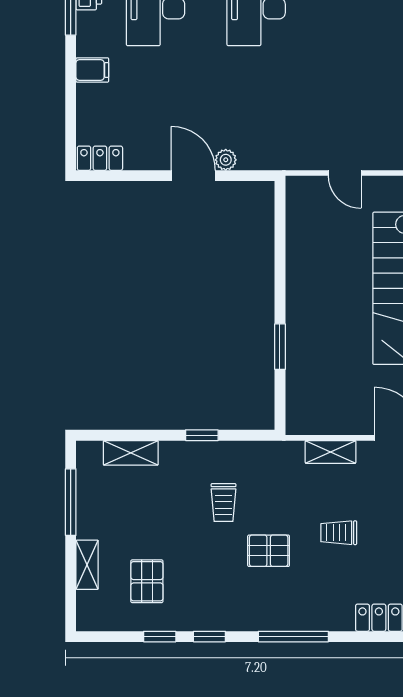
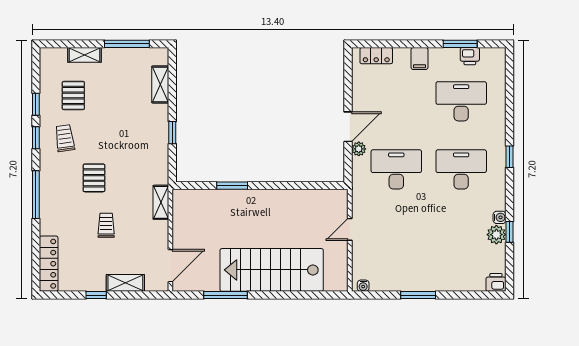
desk: (256, 104) -> (396, 169), added
locker: (100, 158) -> (376, 56), moved, turned 90
shelving: (331, 452) -> (161, 202), moved
trolley: (224, 503) -> (65, 138), moved, turned 82
pallet: (147, 581) -> (73, 96), turned 90

